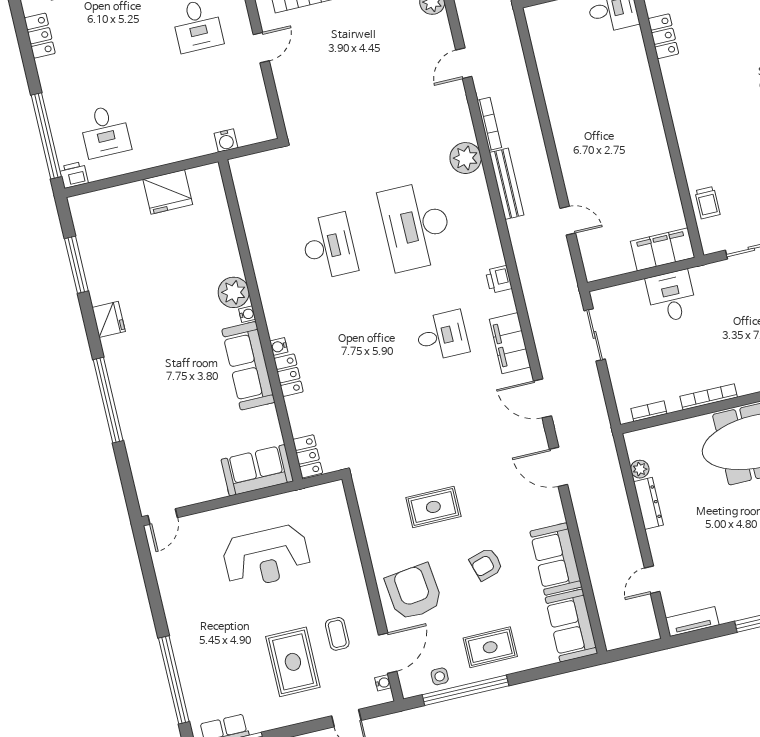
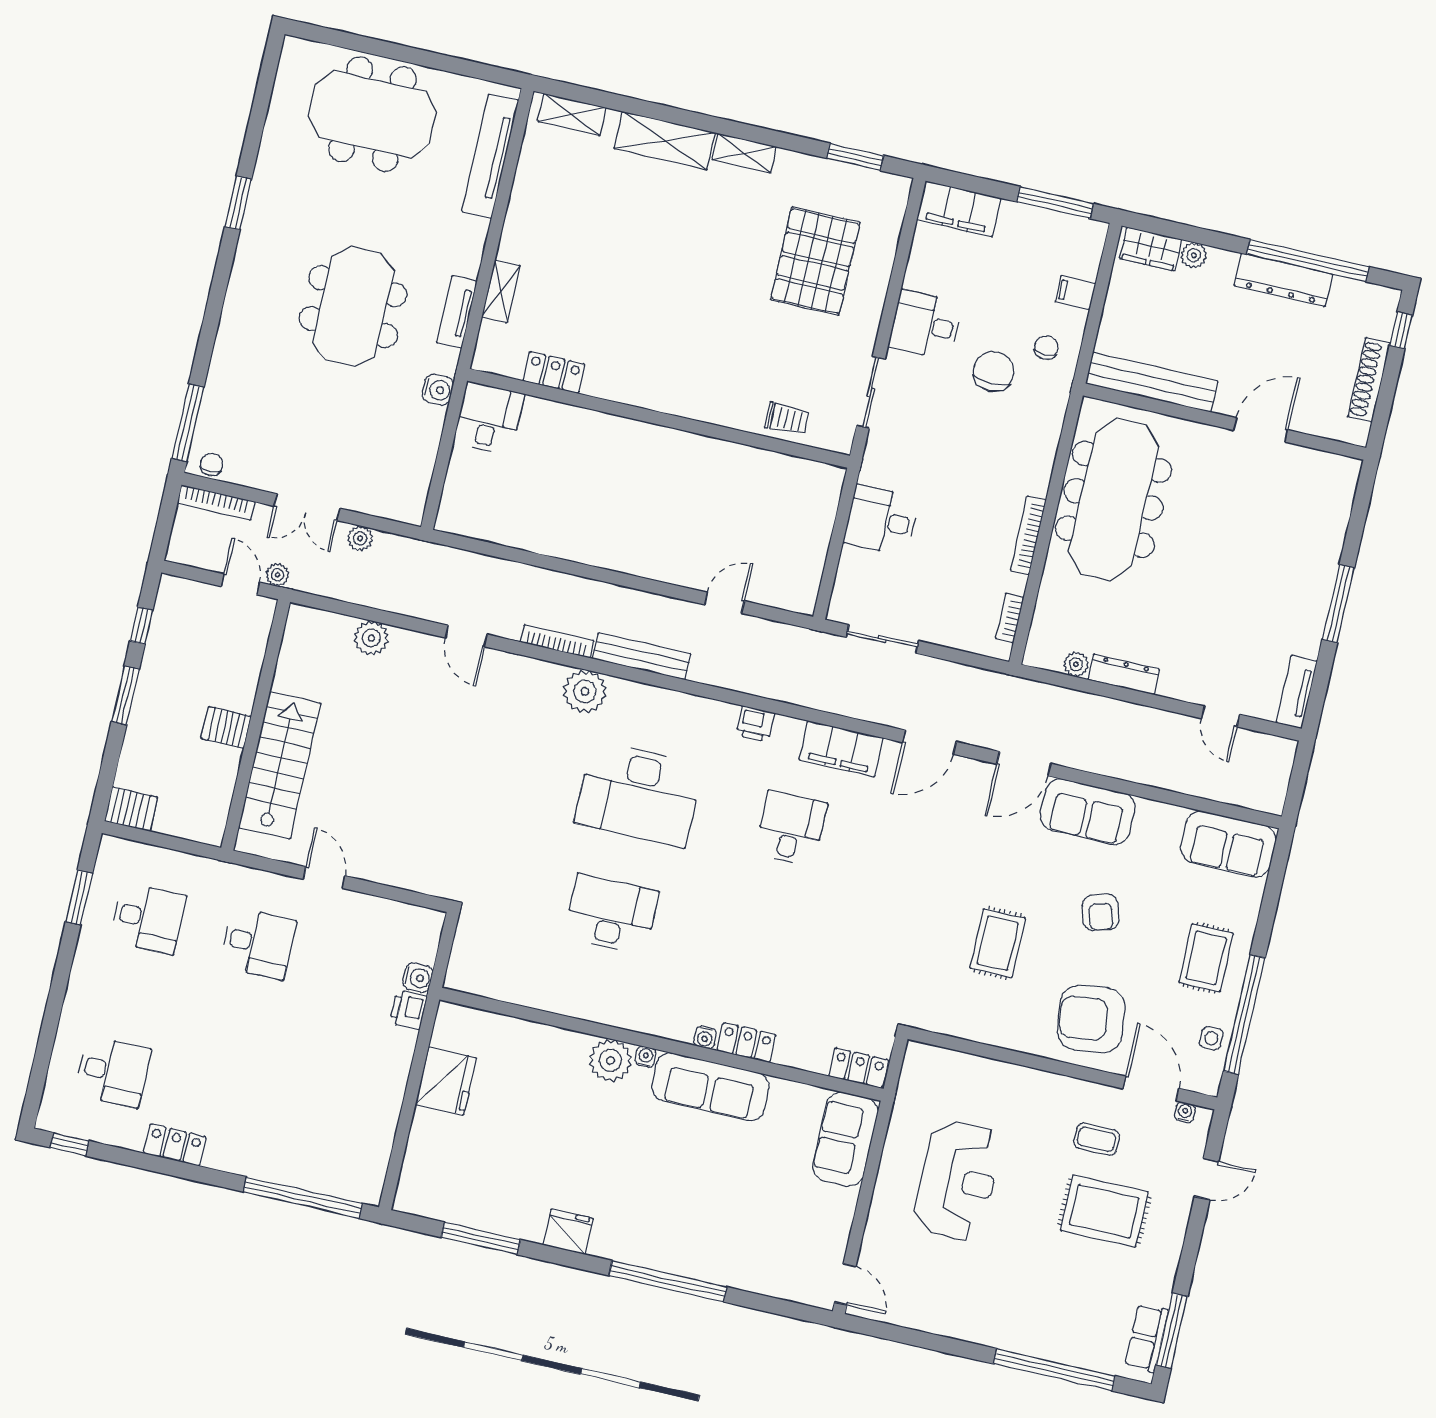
desk: (105, 131) -> (333, 1122), removed
printer: (74, 175) -> (408, 1010), moved
filing cabinet: (663, 249) -> (818, 503), removed
sofa: (556, 559) -> (1088, 812), moved

